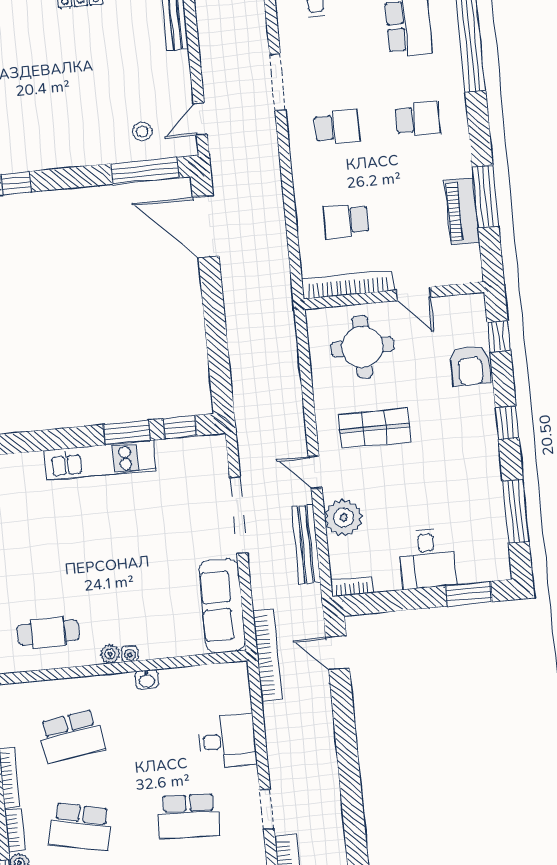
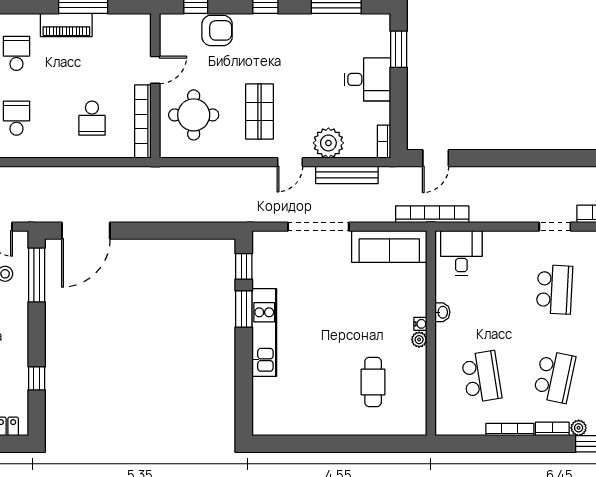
piano: (462, 211) -> (66, 25), moved
cafe table: (48, 632) -> (373, 382), moved
desk: (227, 741) -> (461, 253), moved

